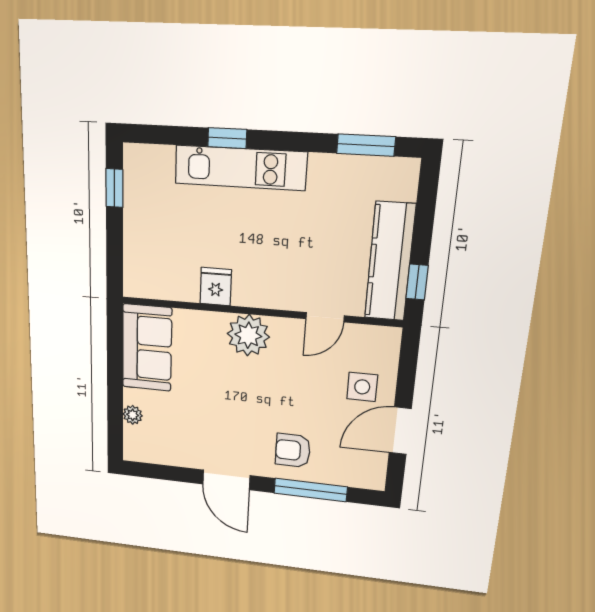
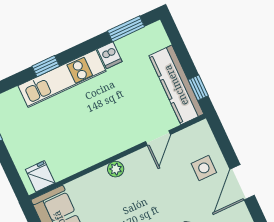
dishwasher: (322, 171) -> (110, 55), added
fridge: (216, 287) -> (40, 176), moved
plant: (248, 335) -> (116, 169), width x0.53, depth x0.53

